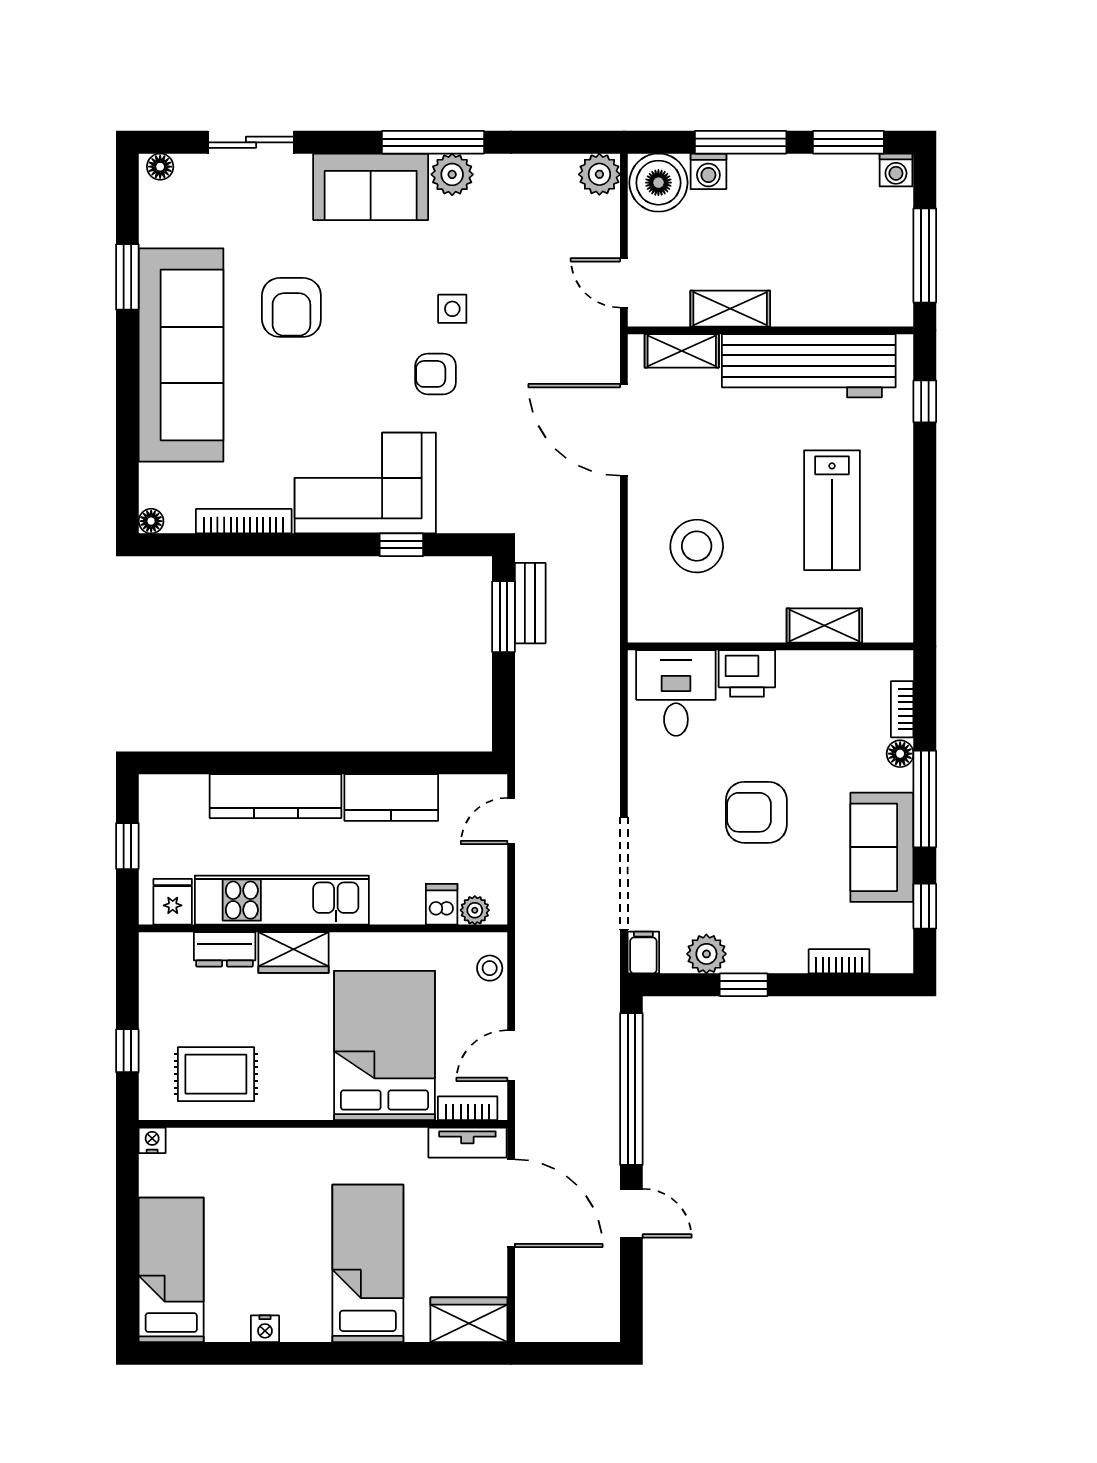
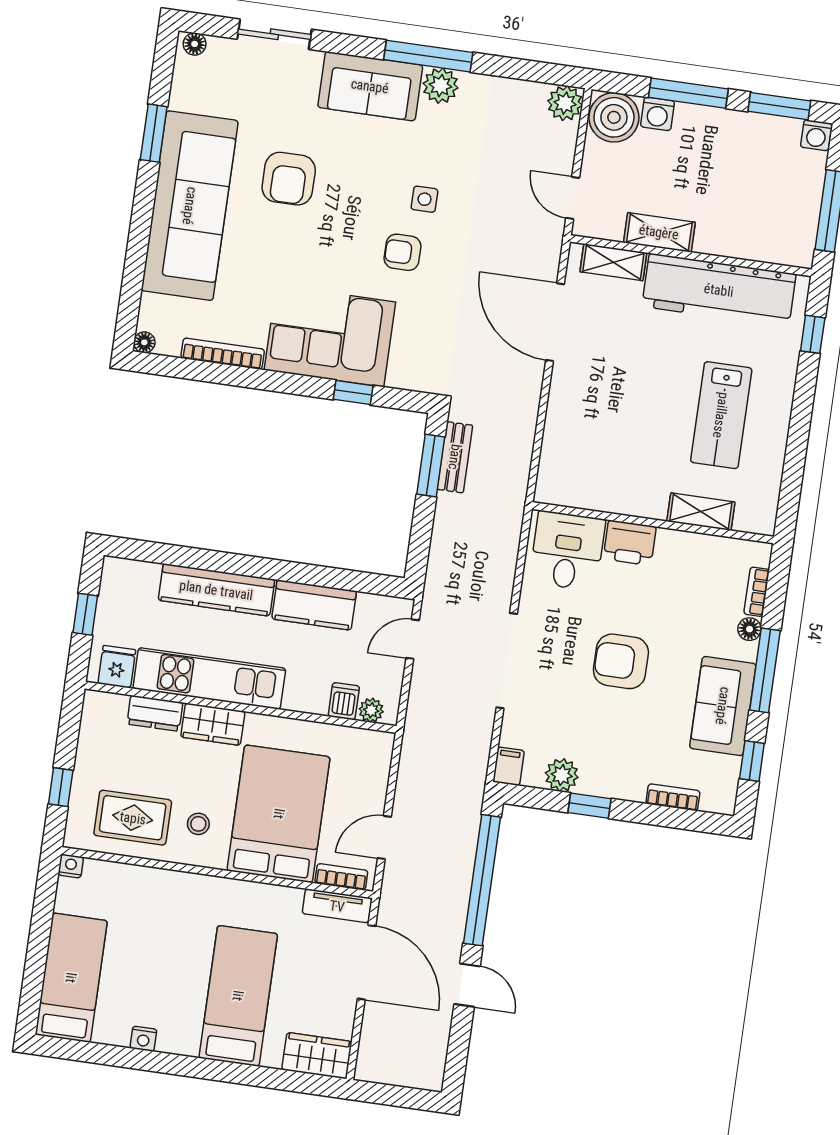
stool: (697, 546) -> (603, 429), removed
doorway: (624, 873) -> (507, 661), moved
stool: (490, 968) -> (198, 824), moved

